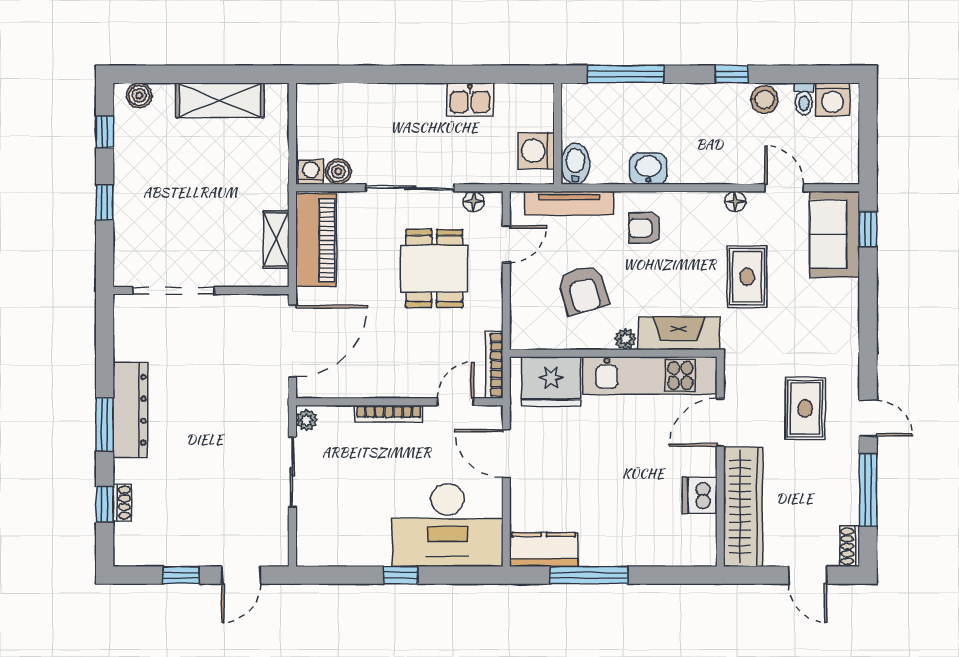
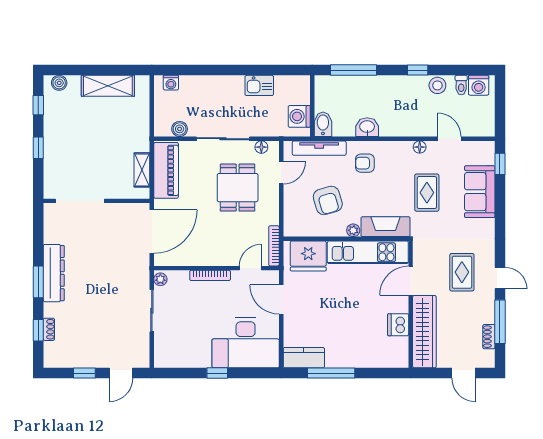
washing machine: (311, 172) -> (171, 83), moved, turned 180
sofa: (835, 234) -> (480, 192), moved
shoe rack: (850, 546) -> (489, 337), moved

